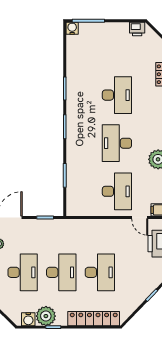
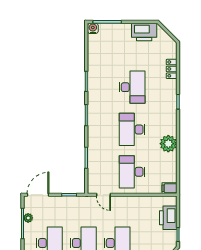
printer: (137, 29) -> (144, 32), width x1.87, depth x1.48
desk: (117, 191) -> (132, 172), turned 180
door: (140, 218) -> (103, 195), moved

